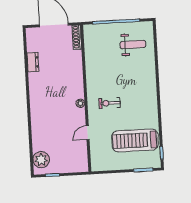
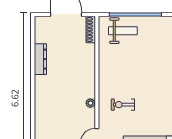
weight bench: (133, 45) -> (123, 31), moved
dresser: (33, 62) -> (40, 59), width x1.44

